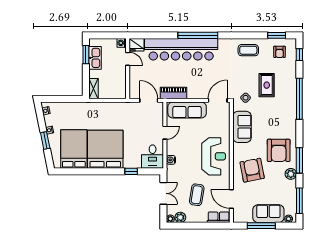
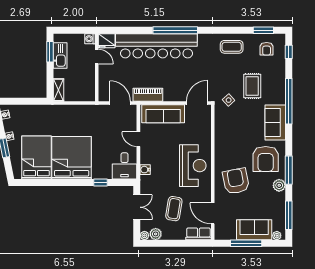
sofa: (242, 127) -> (275, 123), moved, turned 180
door: (165, 133) -> (138, 139), swing flipped

